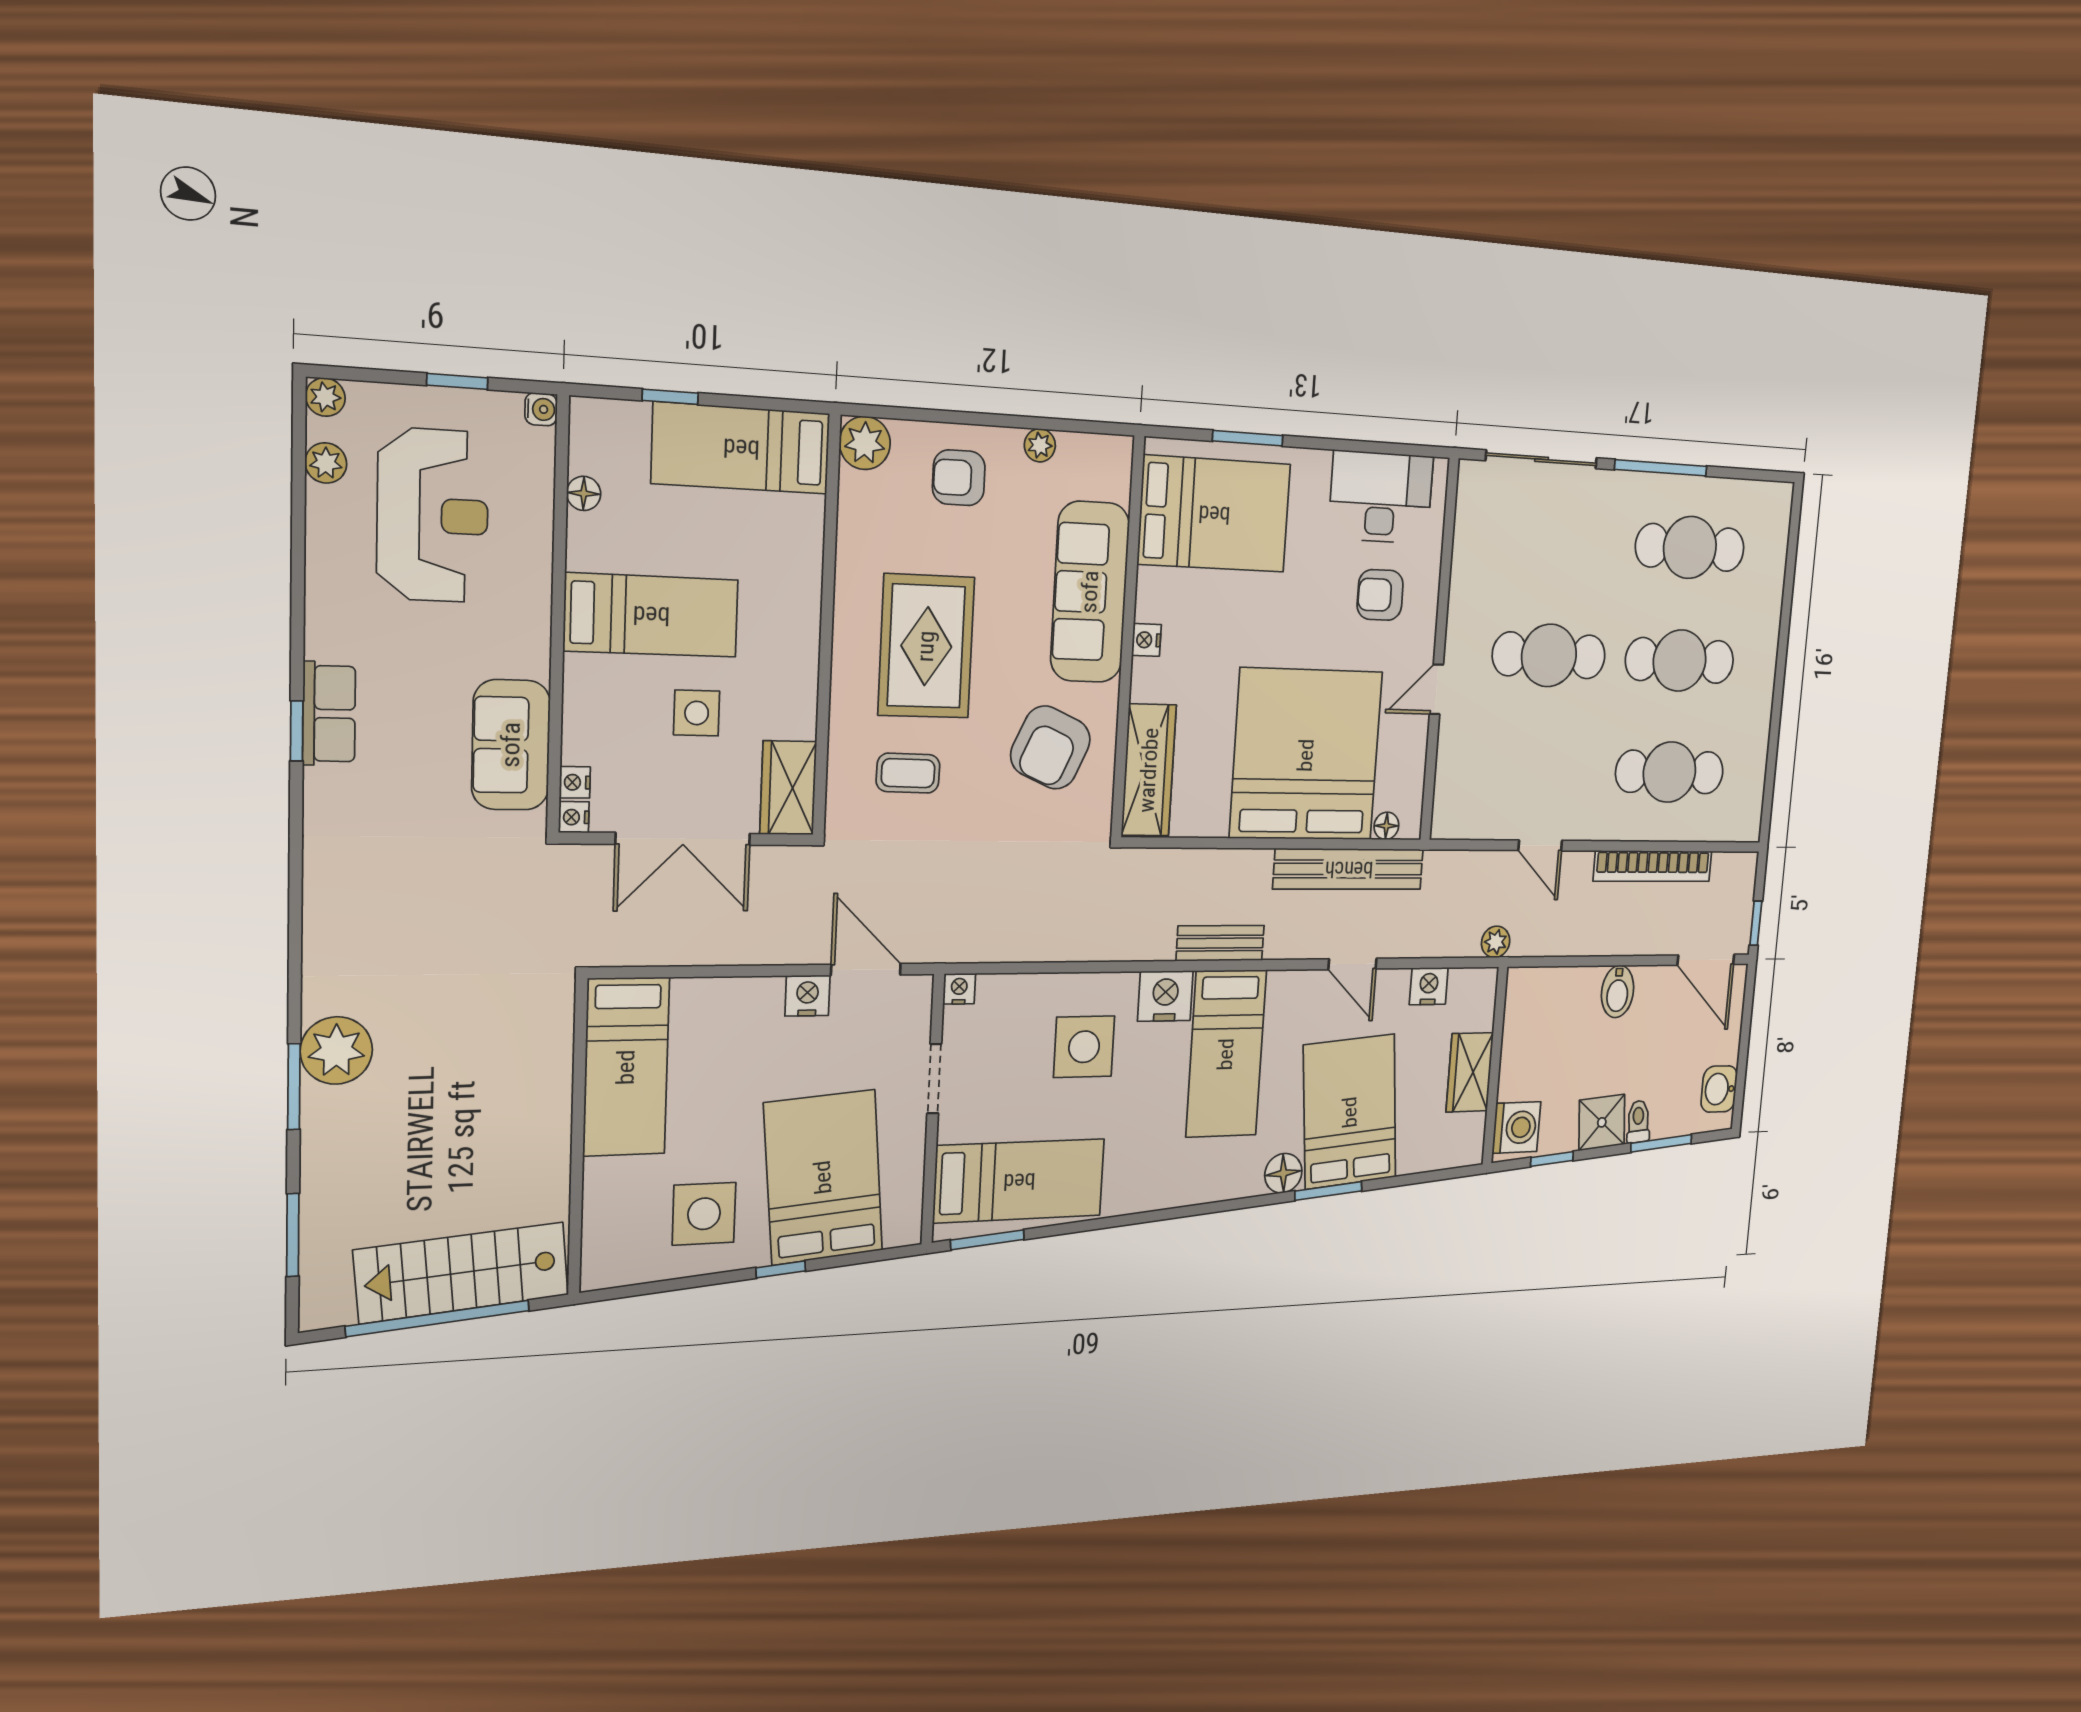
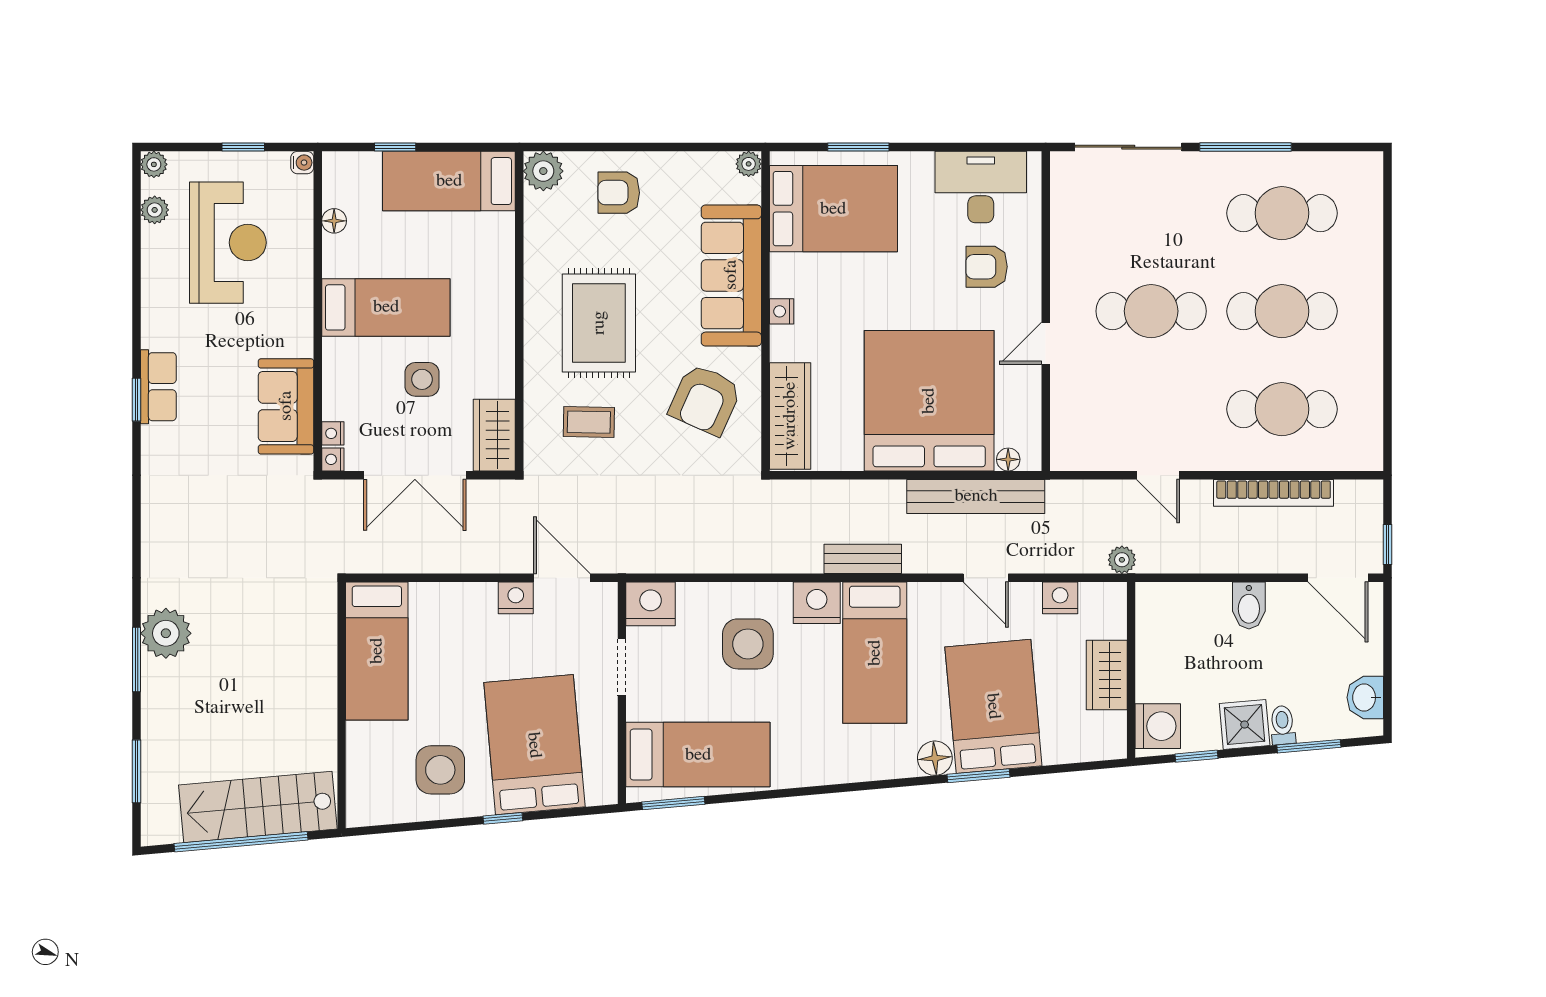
plant: (1040, 445) -> (749, 164), moved
nightstand: (959, 989) -> (651, 604), width x1.89, depth x1.79

